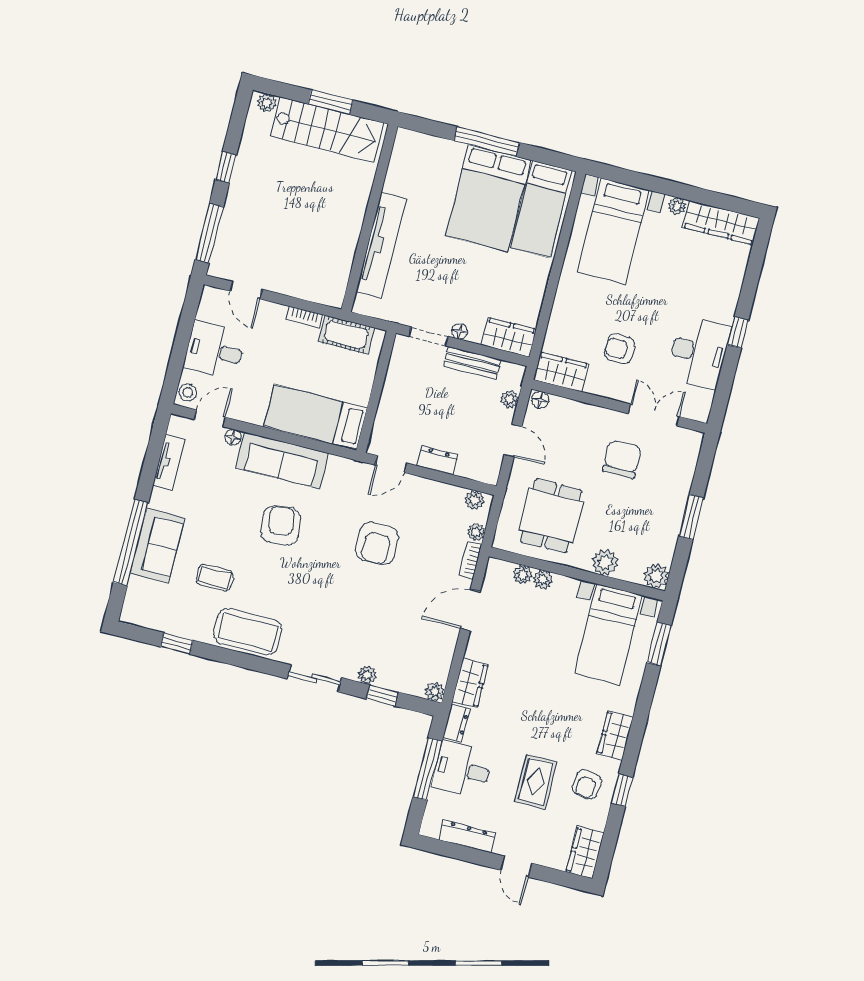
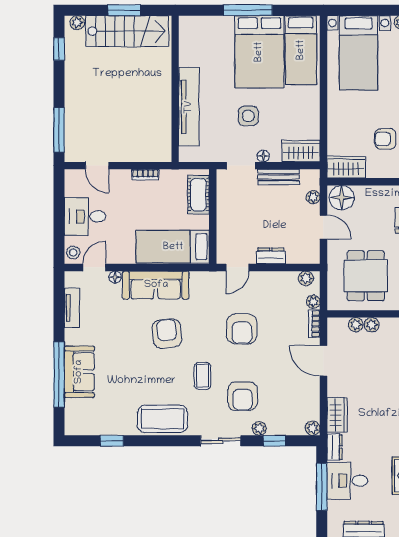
window: (226, 167) -> (59, 49), moved
side table: (453, 276) -> (248, 116), added
cot: (346, 335) -> (199, 195), moved, turned 90
floor lamp: (540, 400) -> (342, 198), width x1.89, depth x1.89
coffee table: (215, 578) -> (202, 376), moved, turned 90
door: (470, 610) -> (323, 361), hinge flipped
armchair: (356, 629) -> (243, 396), added

